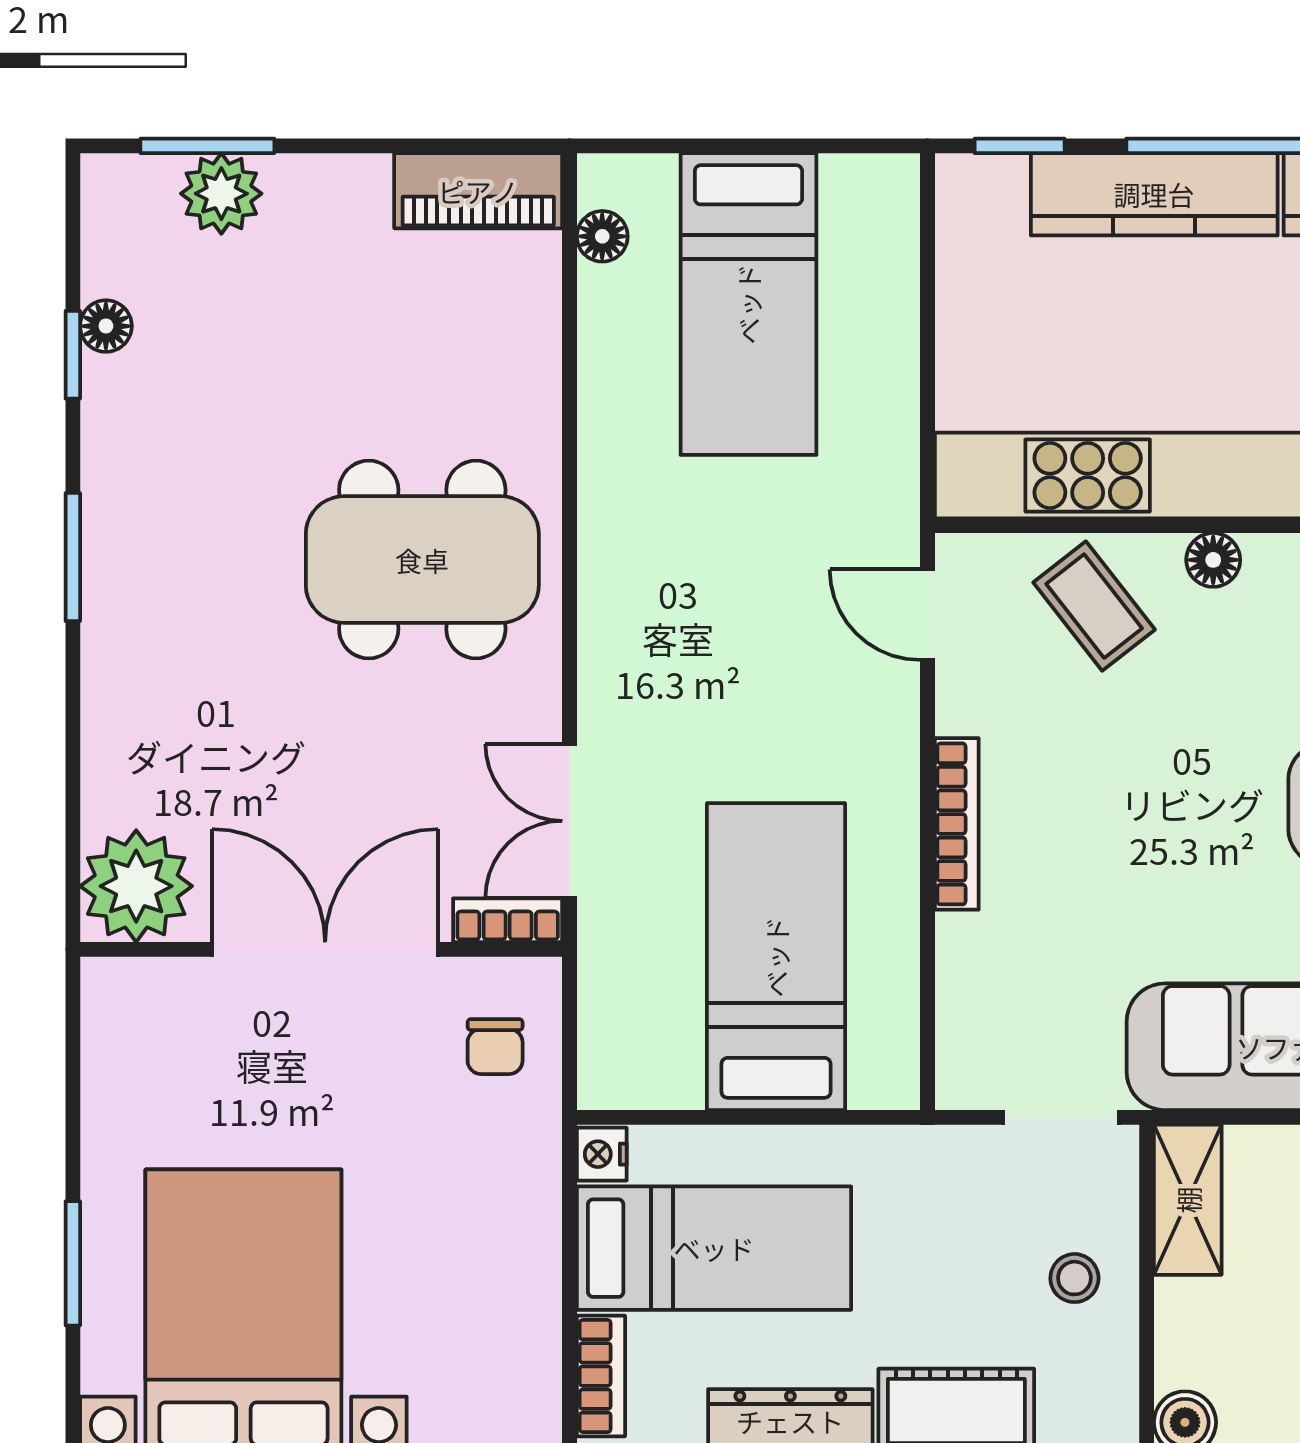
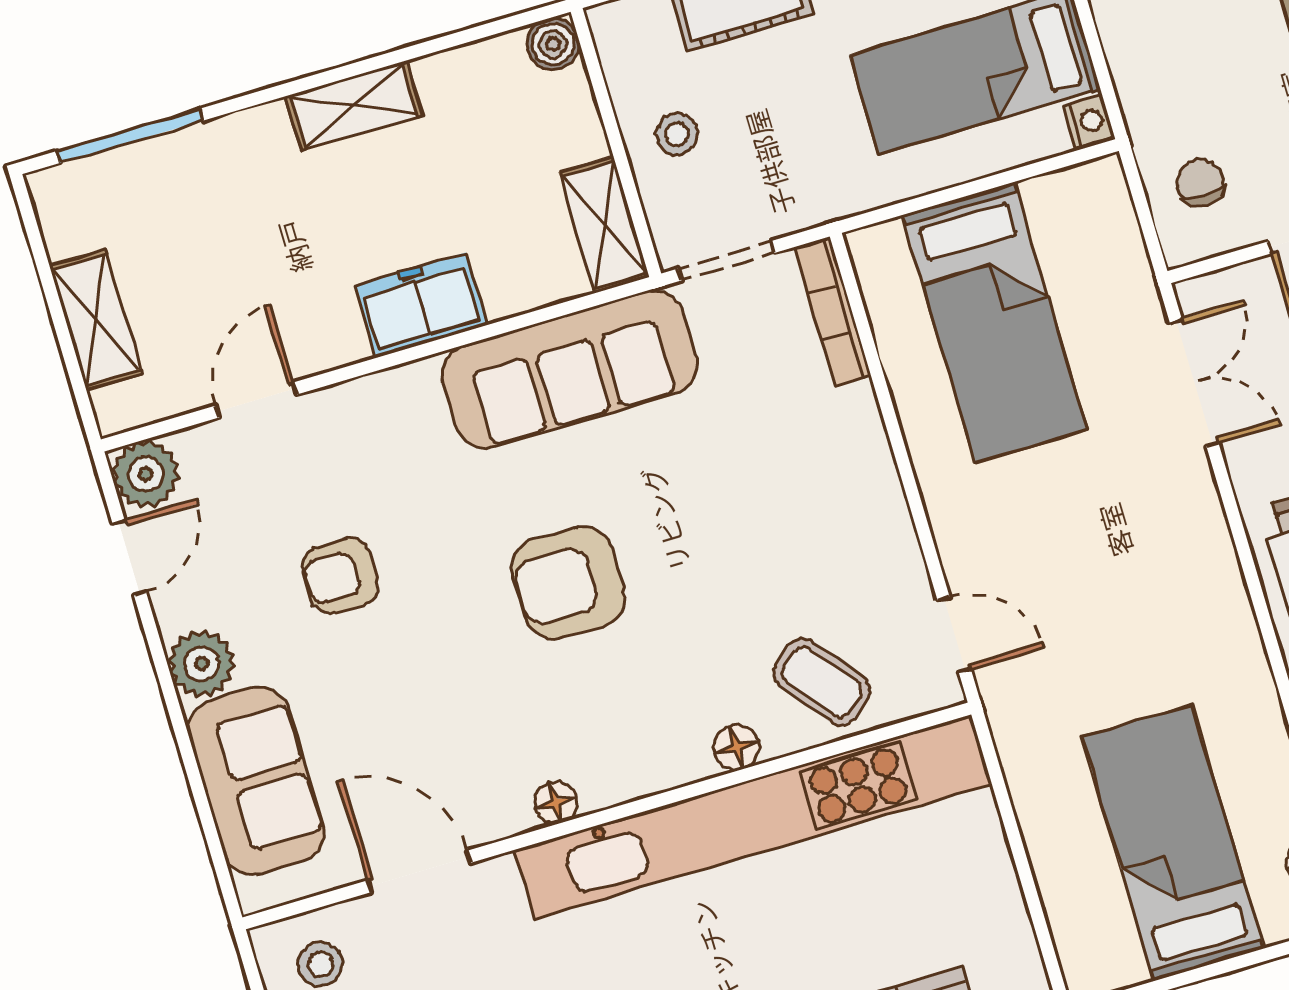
bookcase: (957, 824) -> (833, 311), moved
bookcase: (508, 920) -> (1220, 288), removed

